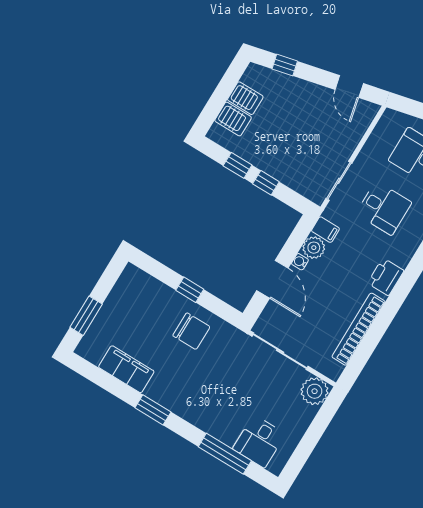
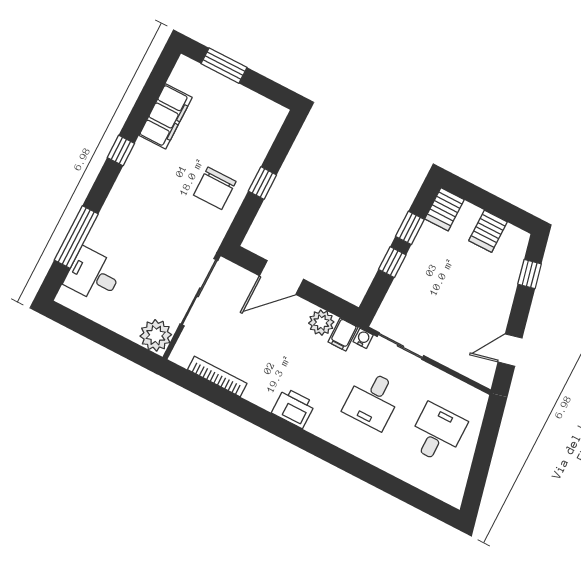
server rack: (233, 119) -> (444, 209), moved
water cooler: (300, 262) -> (363, 338), moved
bookcase: (358, 329) -> (217, 376), width x0.68, depth x0.76
window: (153, 410) -> (121, 150), width x0.67

